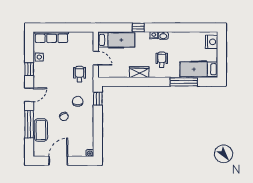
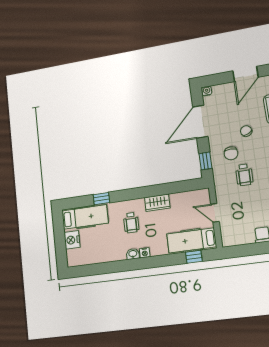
window: (138, 28) -> (194, 257), moved
nightstand: (212, 42) -> (72, 240), moved
wheelchair: (79, 74) -> (244, 175), moved
window: (184, 82) -> (101, 199), width x0.46
door: (98, 130) -> (200, 122), added

